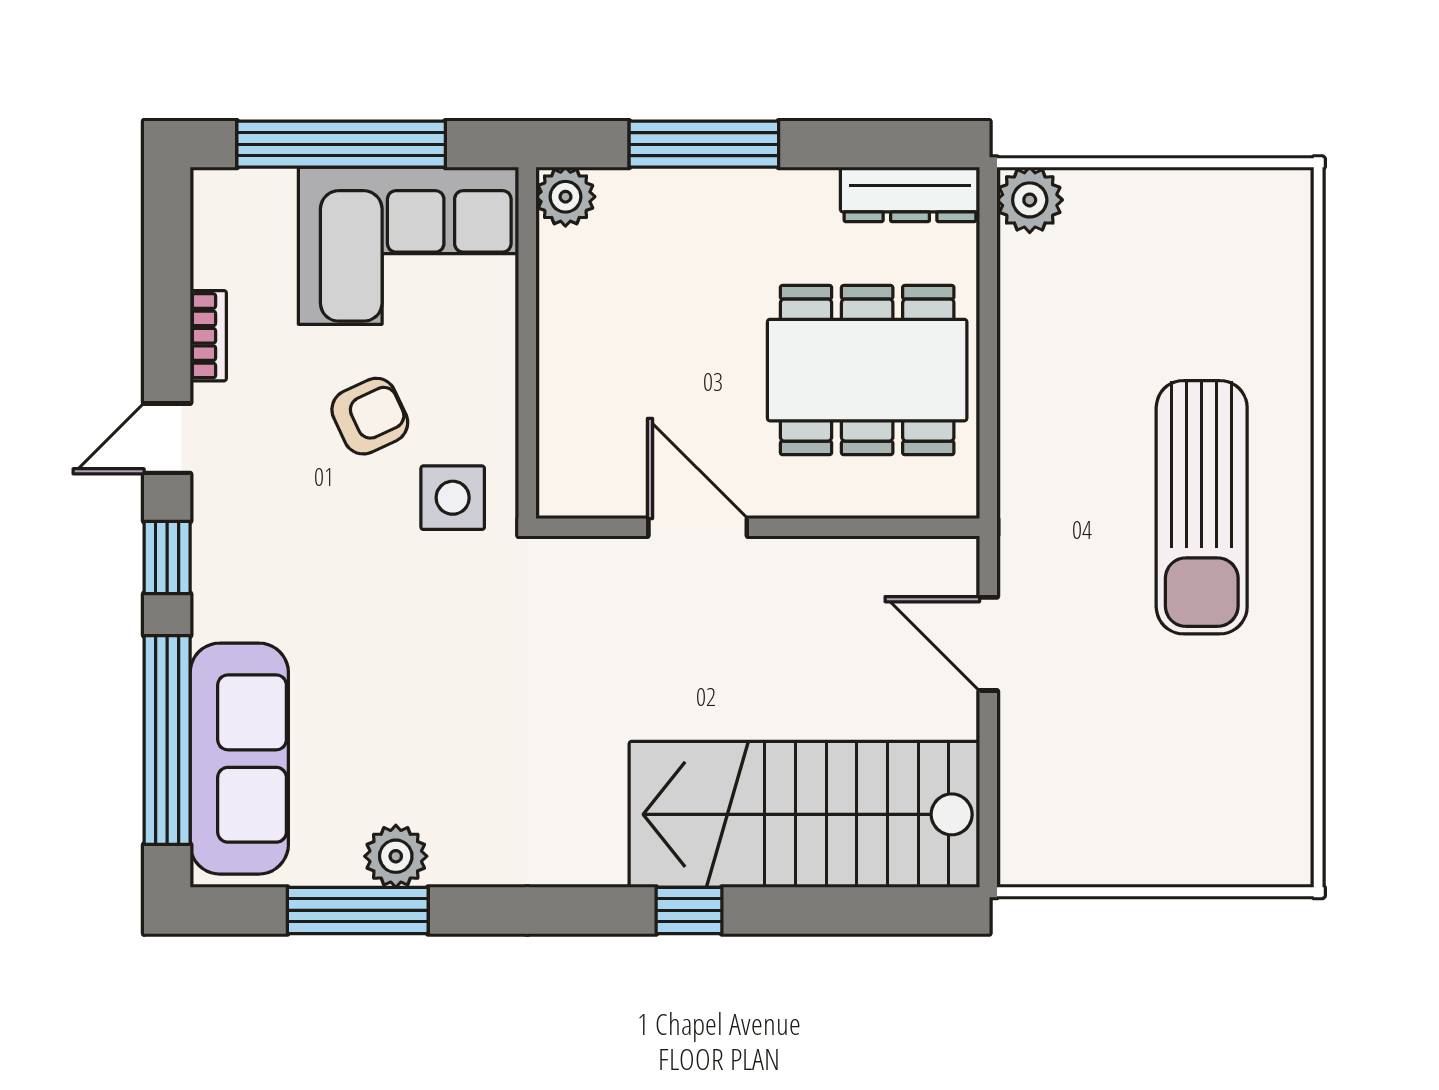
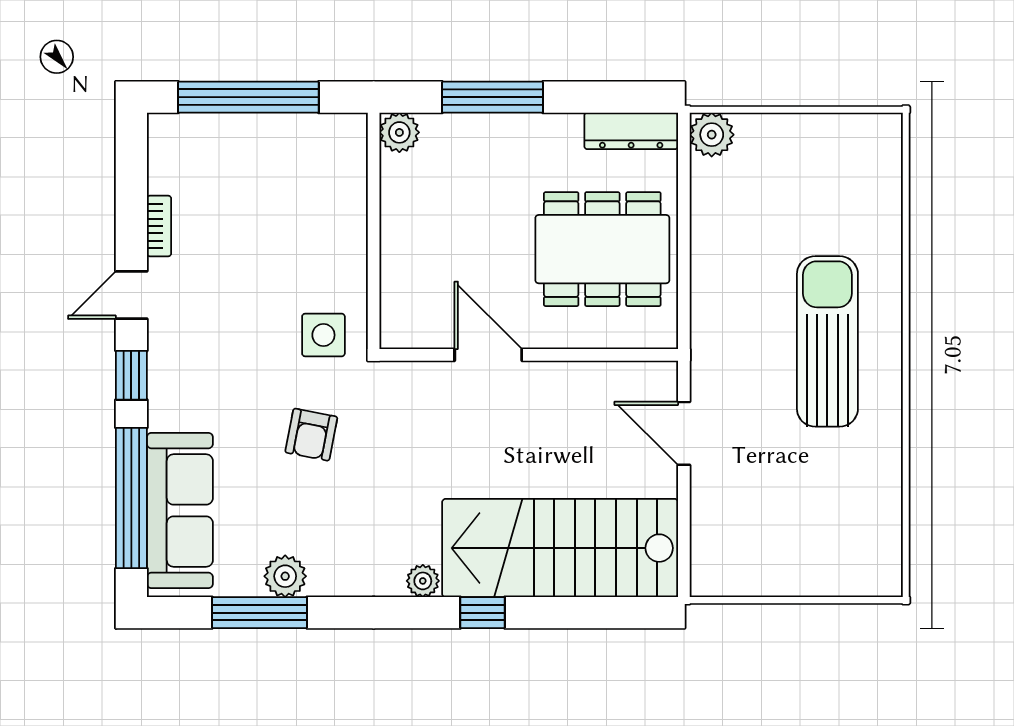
corner sofa: (408, 246) -> (294, 165), removed
armchair: (370, 416) -> (311, 435), moved, turned 126
sun lounger: (1202, 507) -> (827, 341), turned 180
plant: (600, 863) -> (423, 581), added

